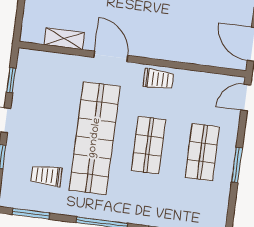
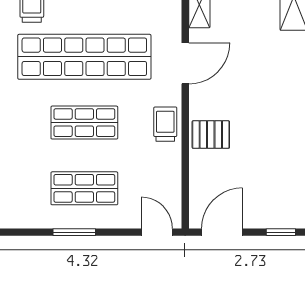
pallet: (172, 43) -> (211, 135), added
trolley: (158, 79) -> (165, 124), turned 180

